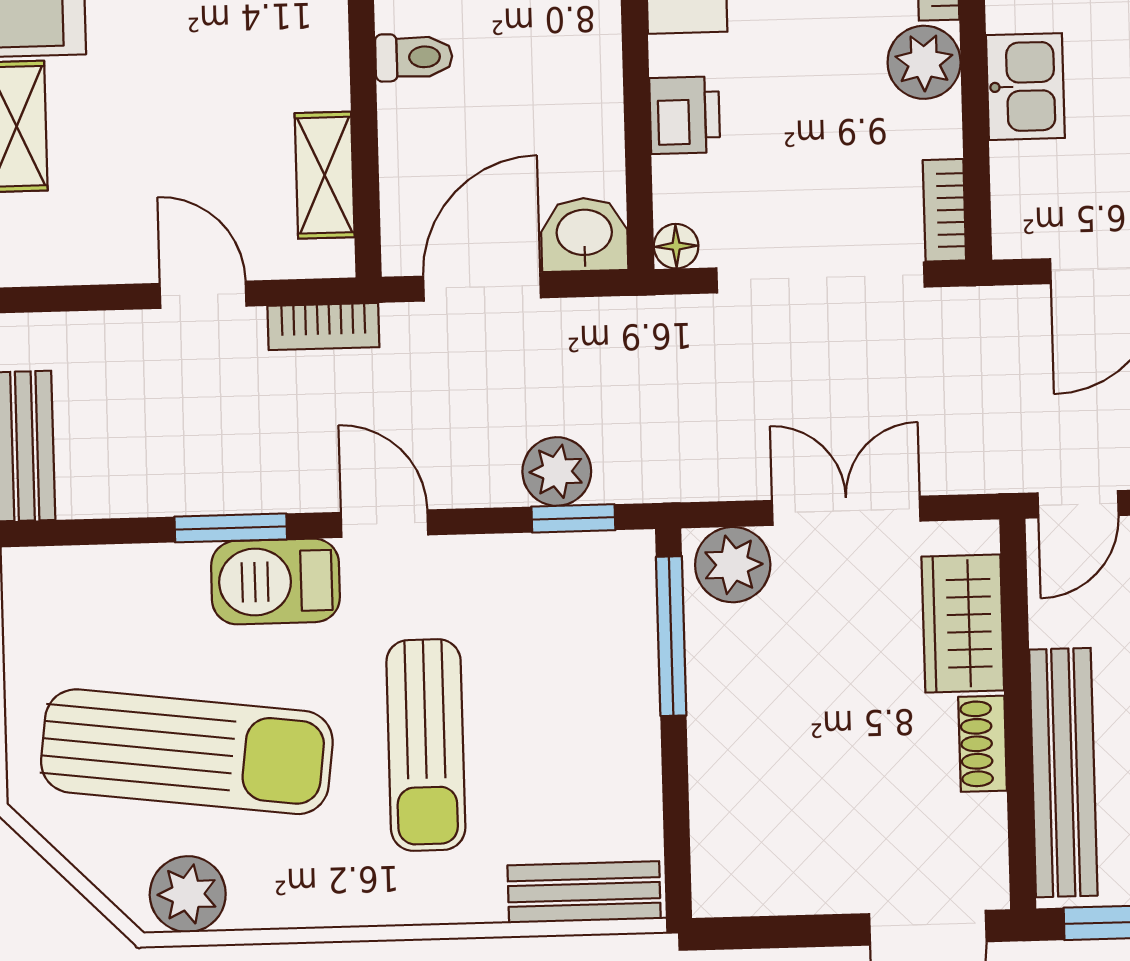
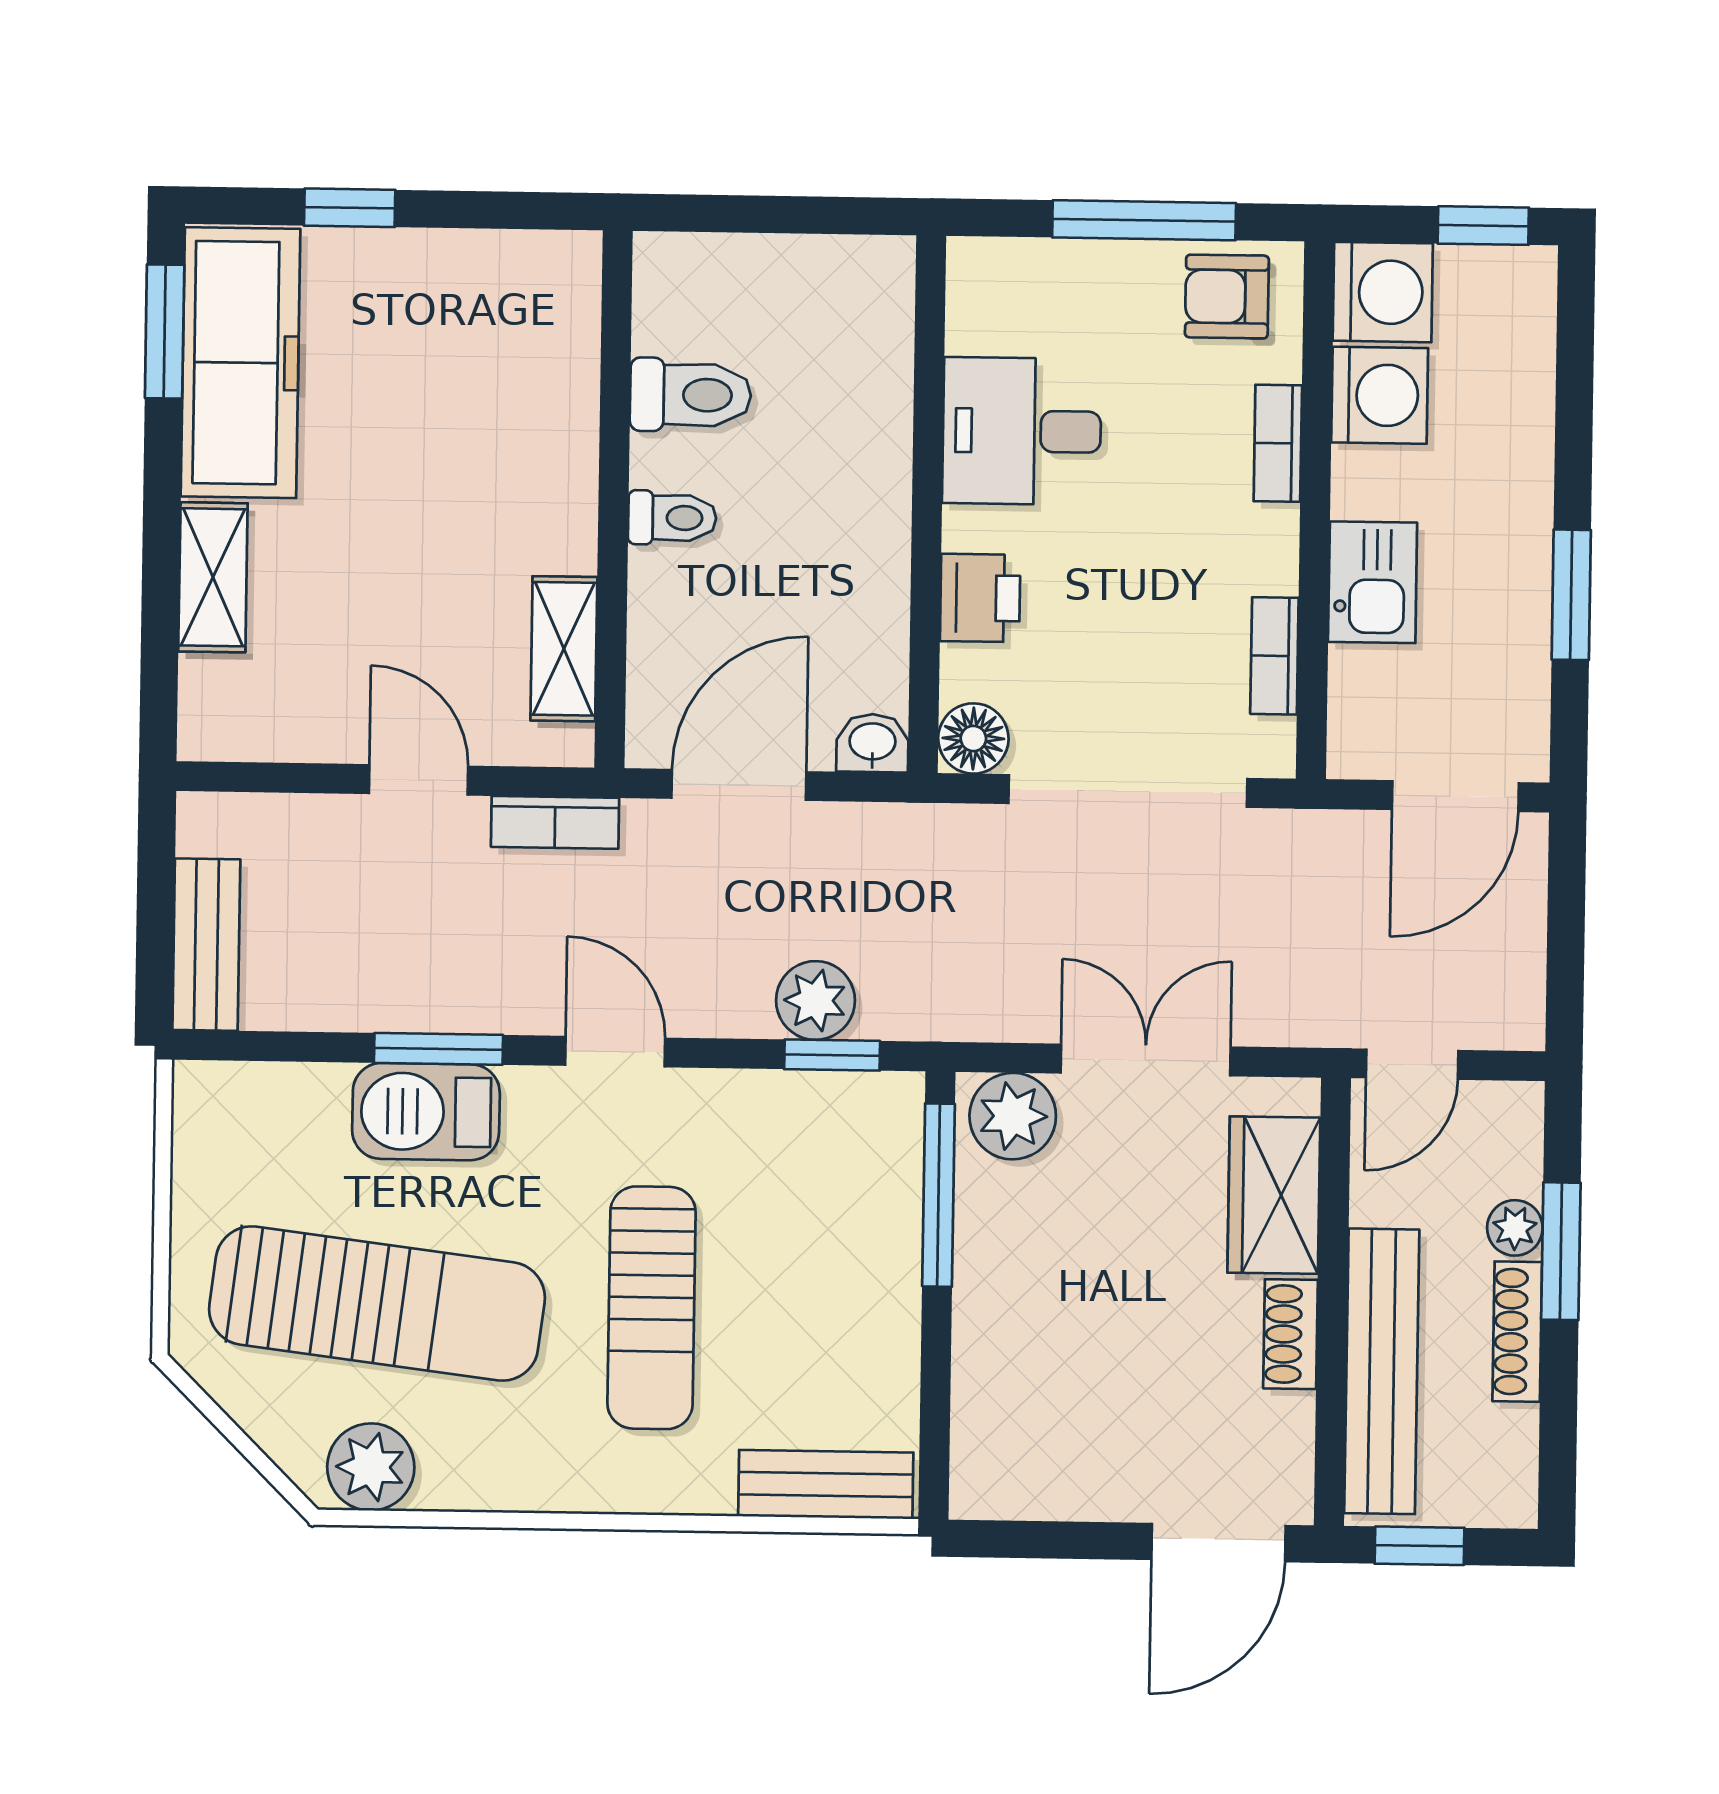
plant: (924, 62) -> (1257, 549), removed
bookcase: (944, 210) -> (1274, 656), moved
washbasin: (584, 235) -> (872, 743), width x0.72, depth x0.69
floor lamp: (676, 246) -> (973, 738), width x1.37, depth x1.37
barbecue: (275, 581) -> (426, 1112), moved

